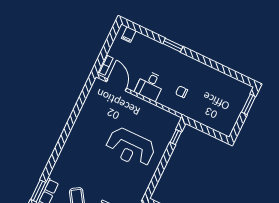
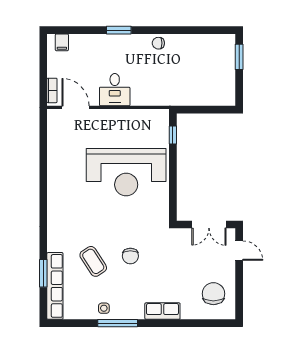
chair: (182, 92) -> (158, 43), moved
reception desk: (130, 148) -> (126, 172), width x1.36, depth x1.30

